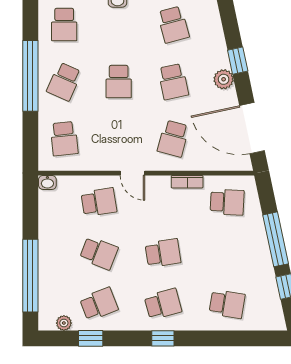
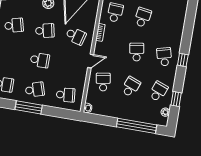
window: (30, 76) -> (29, 107), width x0.68
school desk: (64, 82) -> (35, 90), turned -42
school desk: (99, 304) -> (158, 91), turned 42
school desk: (227, 304) -> (143, 17), moved

